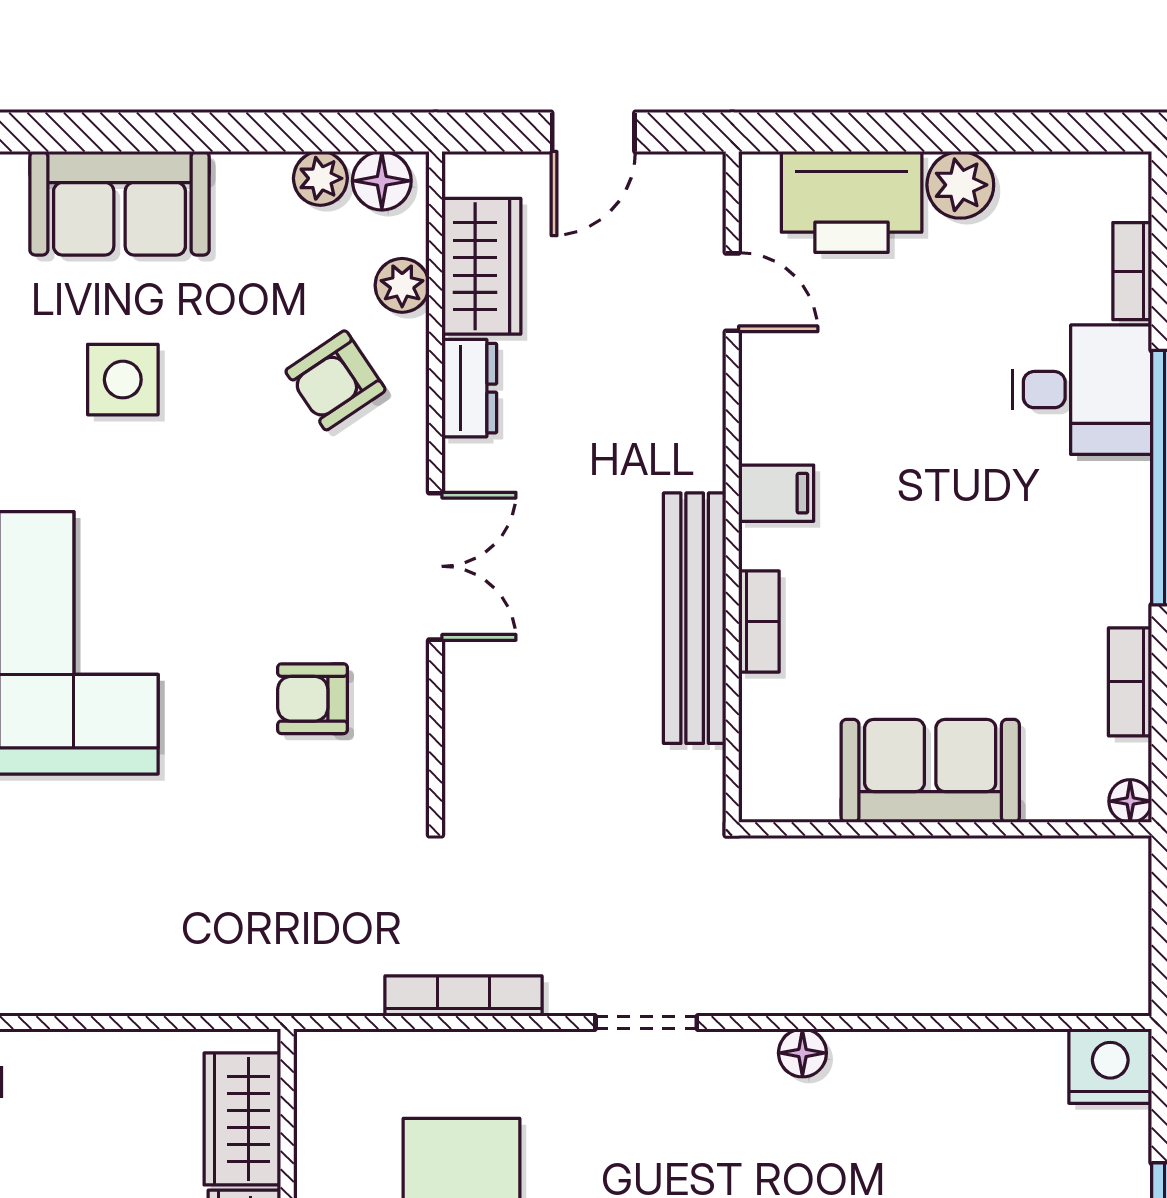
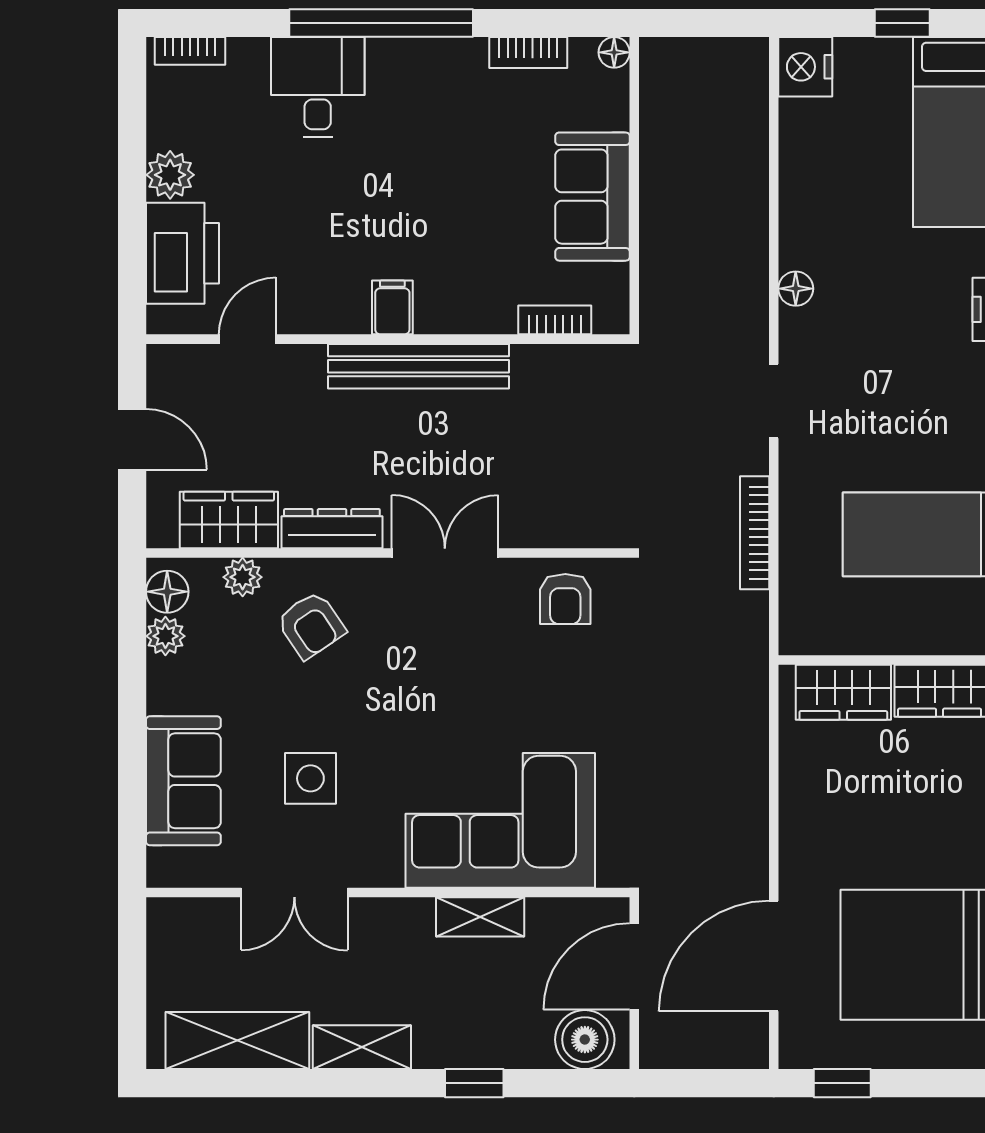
bookcase: (1132, 271) -> (190, 51), moved
dresser: (469, 388) -> (332, 529), width x1.44
bench: (695, 618) -> (419, 366), moved
bookcase: (759, 622) -> (555, 320), moved
armchair: (313, 699) -> (565, 599), moved

